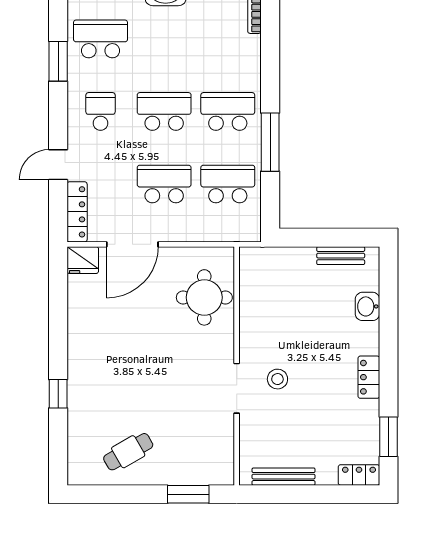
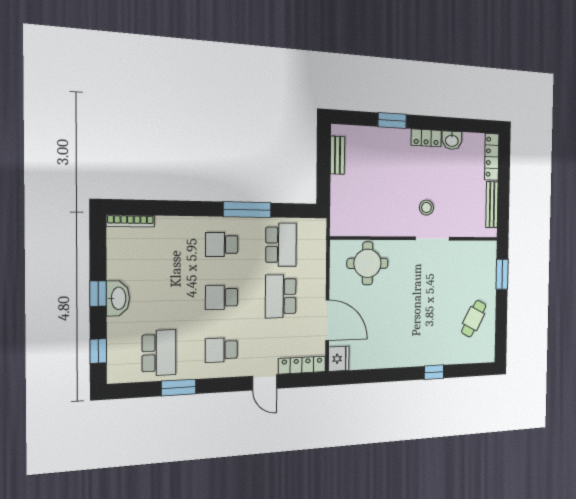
school desk: (101, 39) -> (159, 353), turned 180
school desk: (164, 111) -> (222, 297), width x0.54
school desk: (228, 111) -> (222, 245), width x0.54
school desk: (228, 184) -> (281, 245), turned 180
washbasin: (367, 306) -> (452, 140), moved
window: (388, 437) -> (392, 121), moved
cafe table: (128, 452) -> (474, 319), turned 58
locker: (359, 475) -> (492, 157), width x1.53

